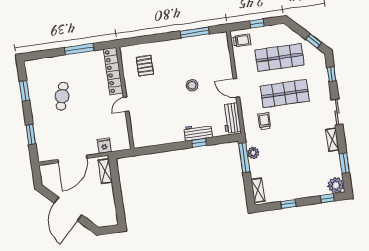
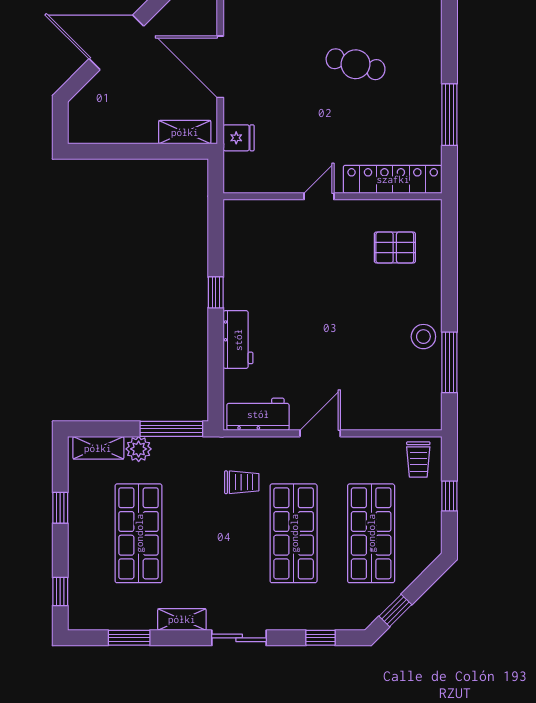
stool: (192, 85) -> (423, 337), moved
door: (126, 104) -> (319, 196), hinge flipped
window: (199, 143) -> (216, 292), moved
plant: (253, 153) -> (139, 449), moved
shop shelf: (295, 166) -> (139, 533), added
plant: (336, 185) -> (85, 613), removed

